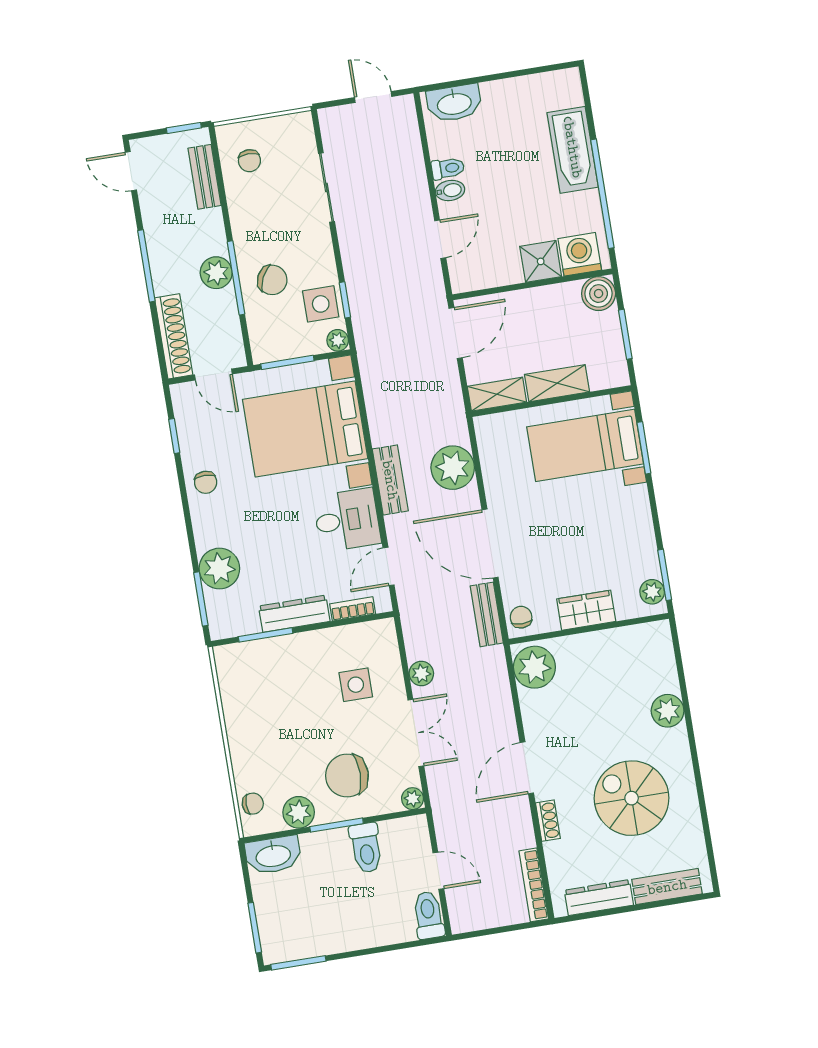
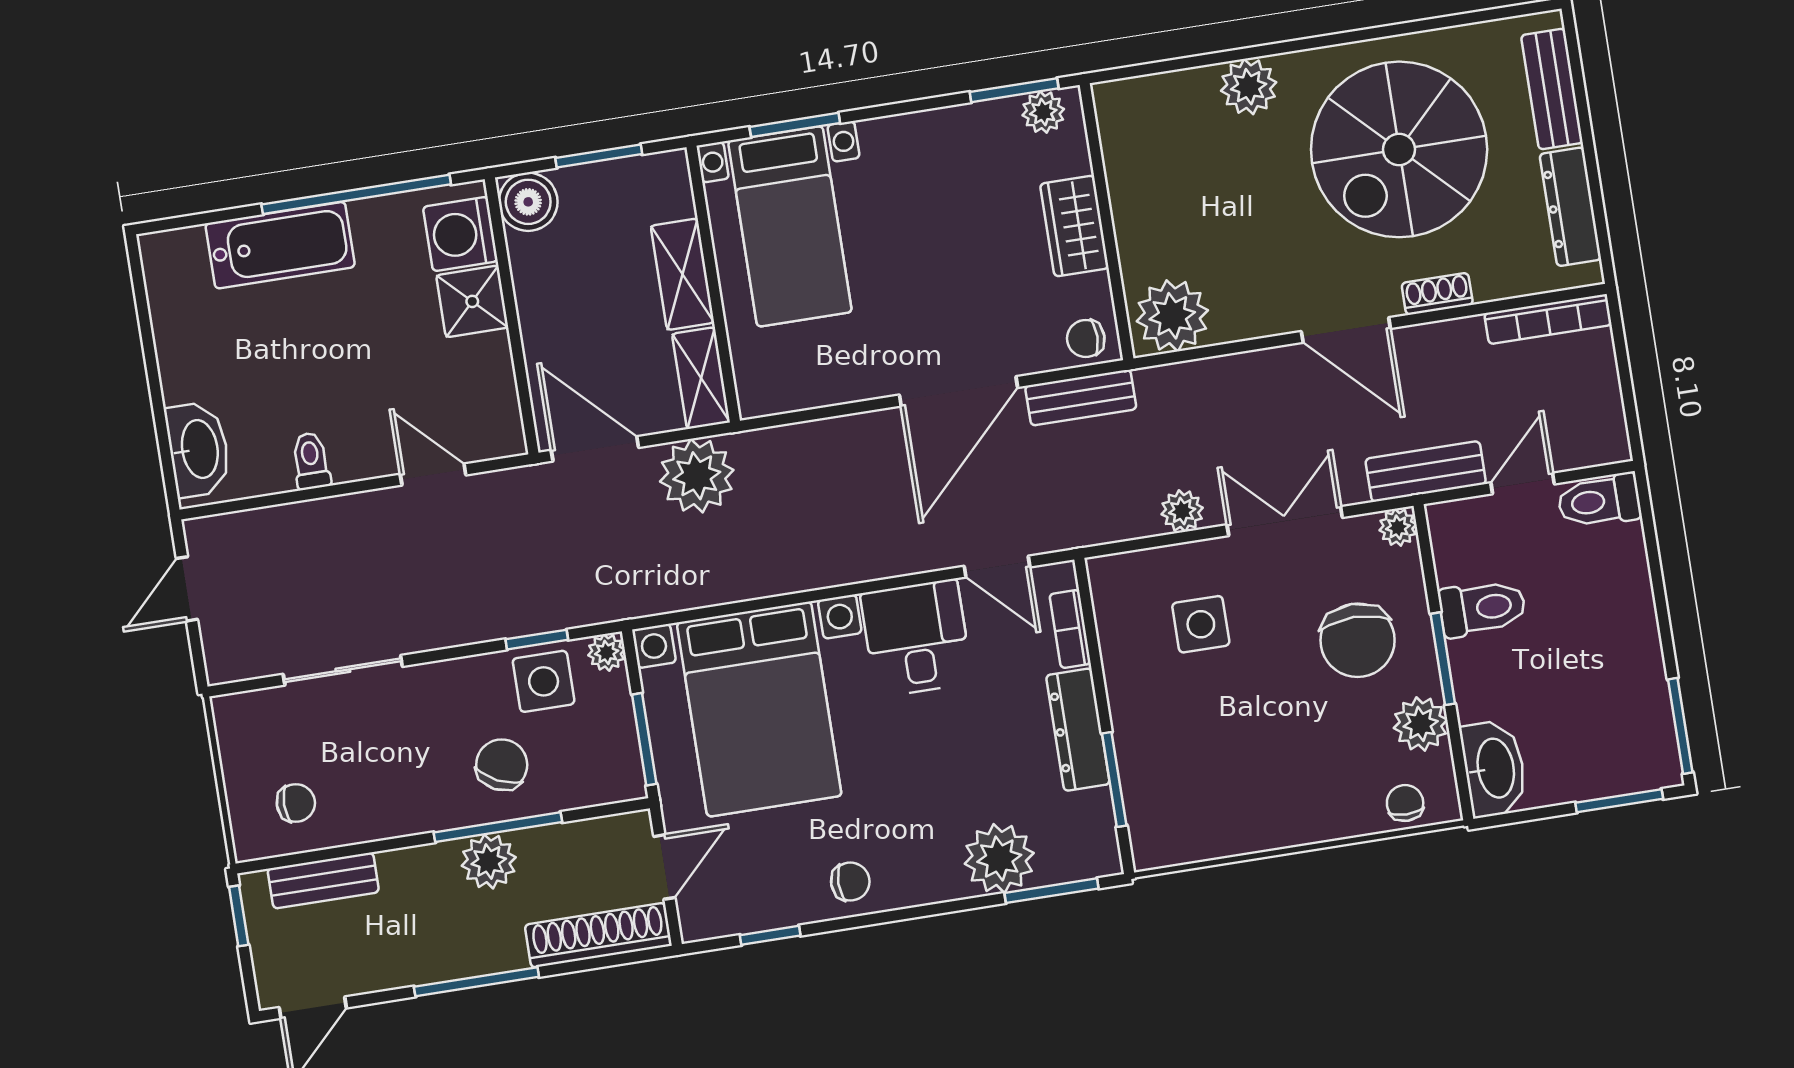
bidet: (450, 190) -> (349, 457), removed
plant: (453, 468) -> (697, 476), moved
bench: (390, 480) -> (1426, 471), moved
spiral stairs: (632, 798) -> (1399, 149), width x1.37, depth x1.37

